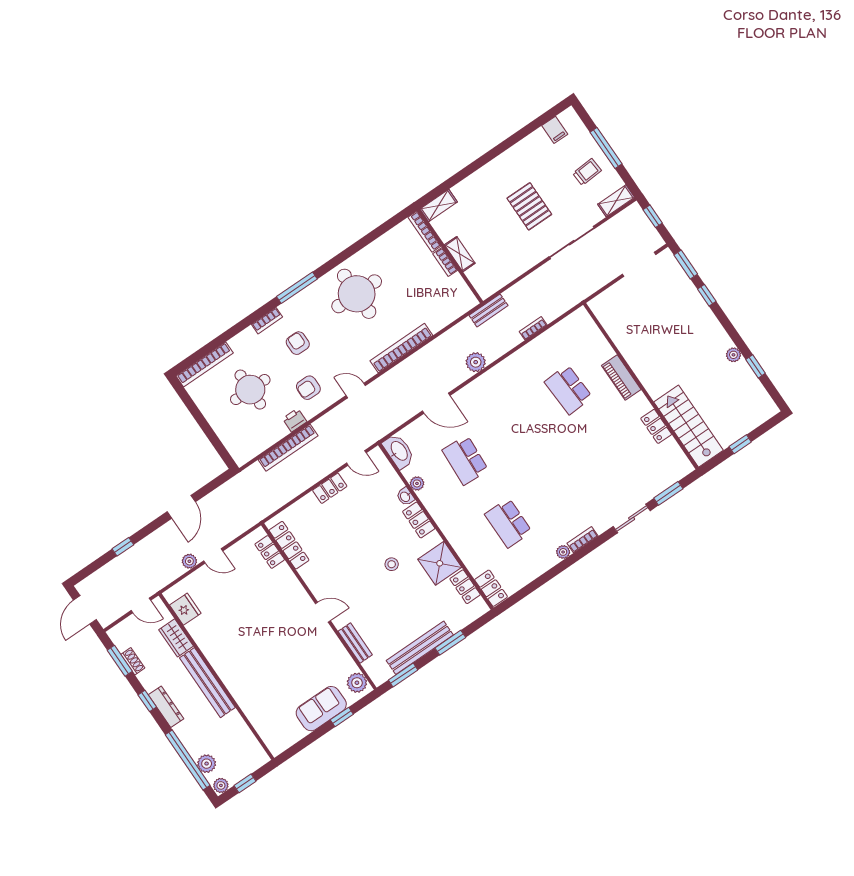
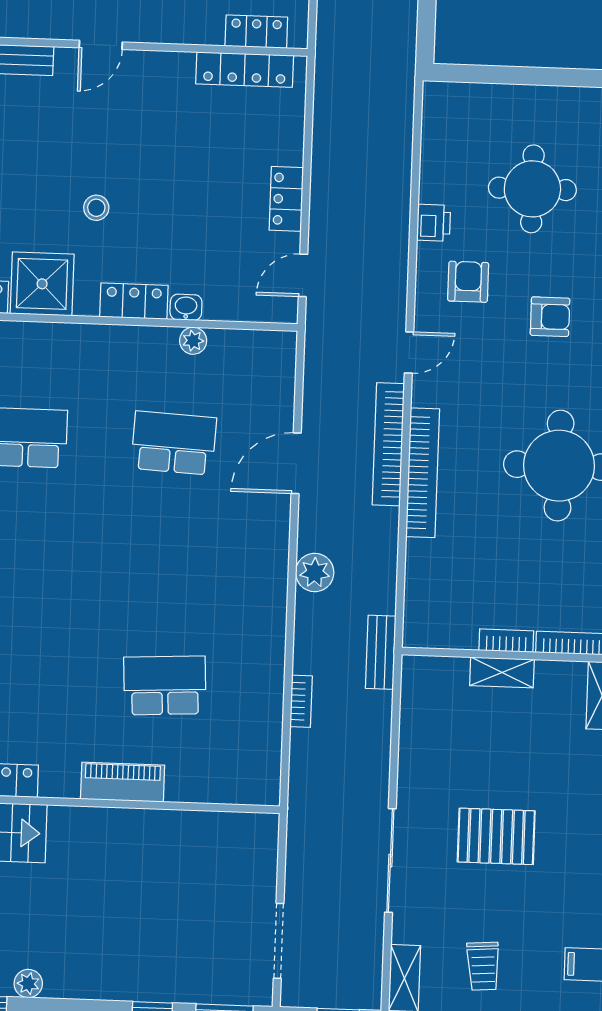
bookcase: (288, 448) -> (388, 444), moved
washbasin: (399, 451) -> (265, 349), removed

